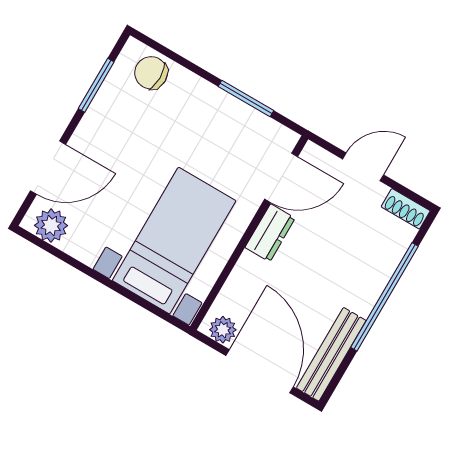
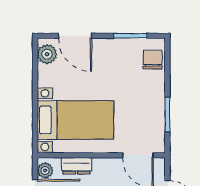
dresser: (270, 233) -> (77, 166), moved

